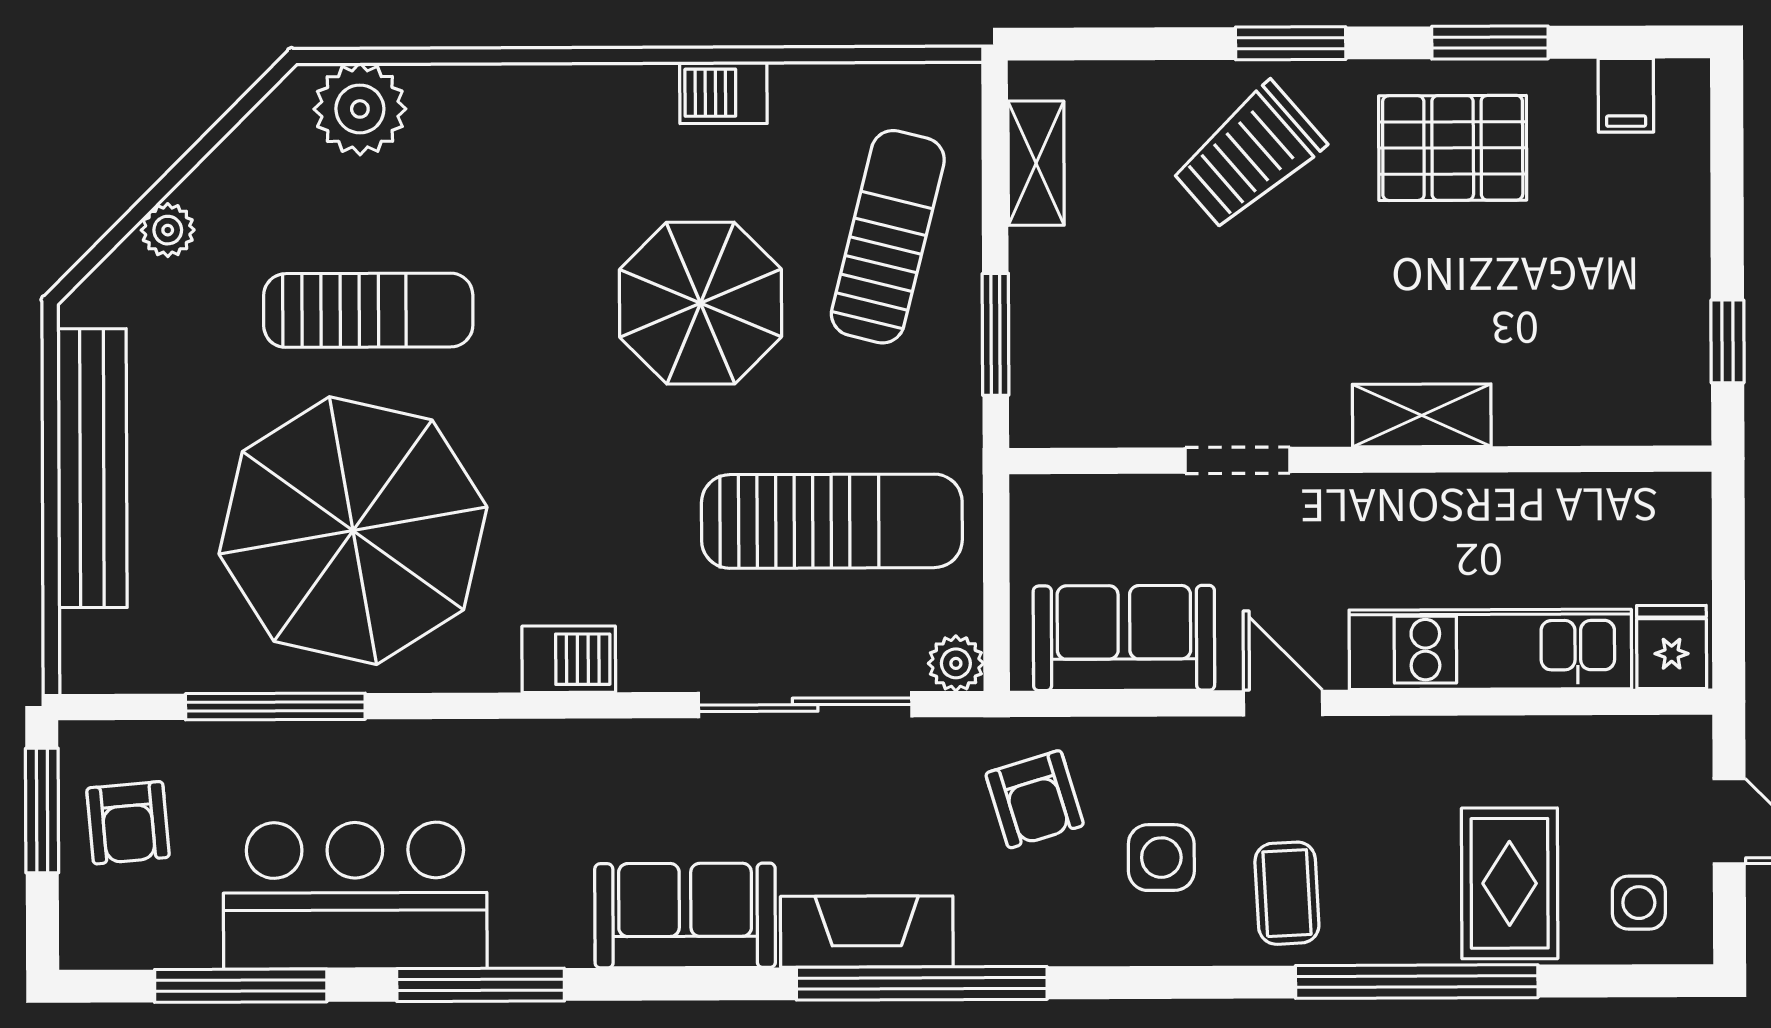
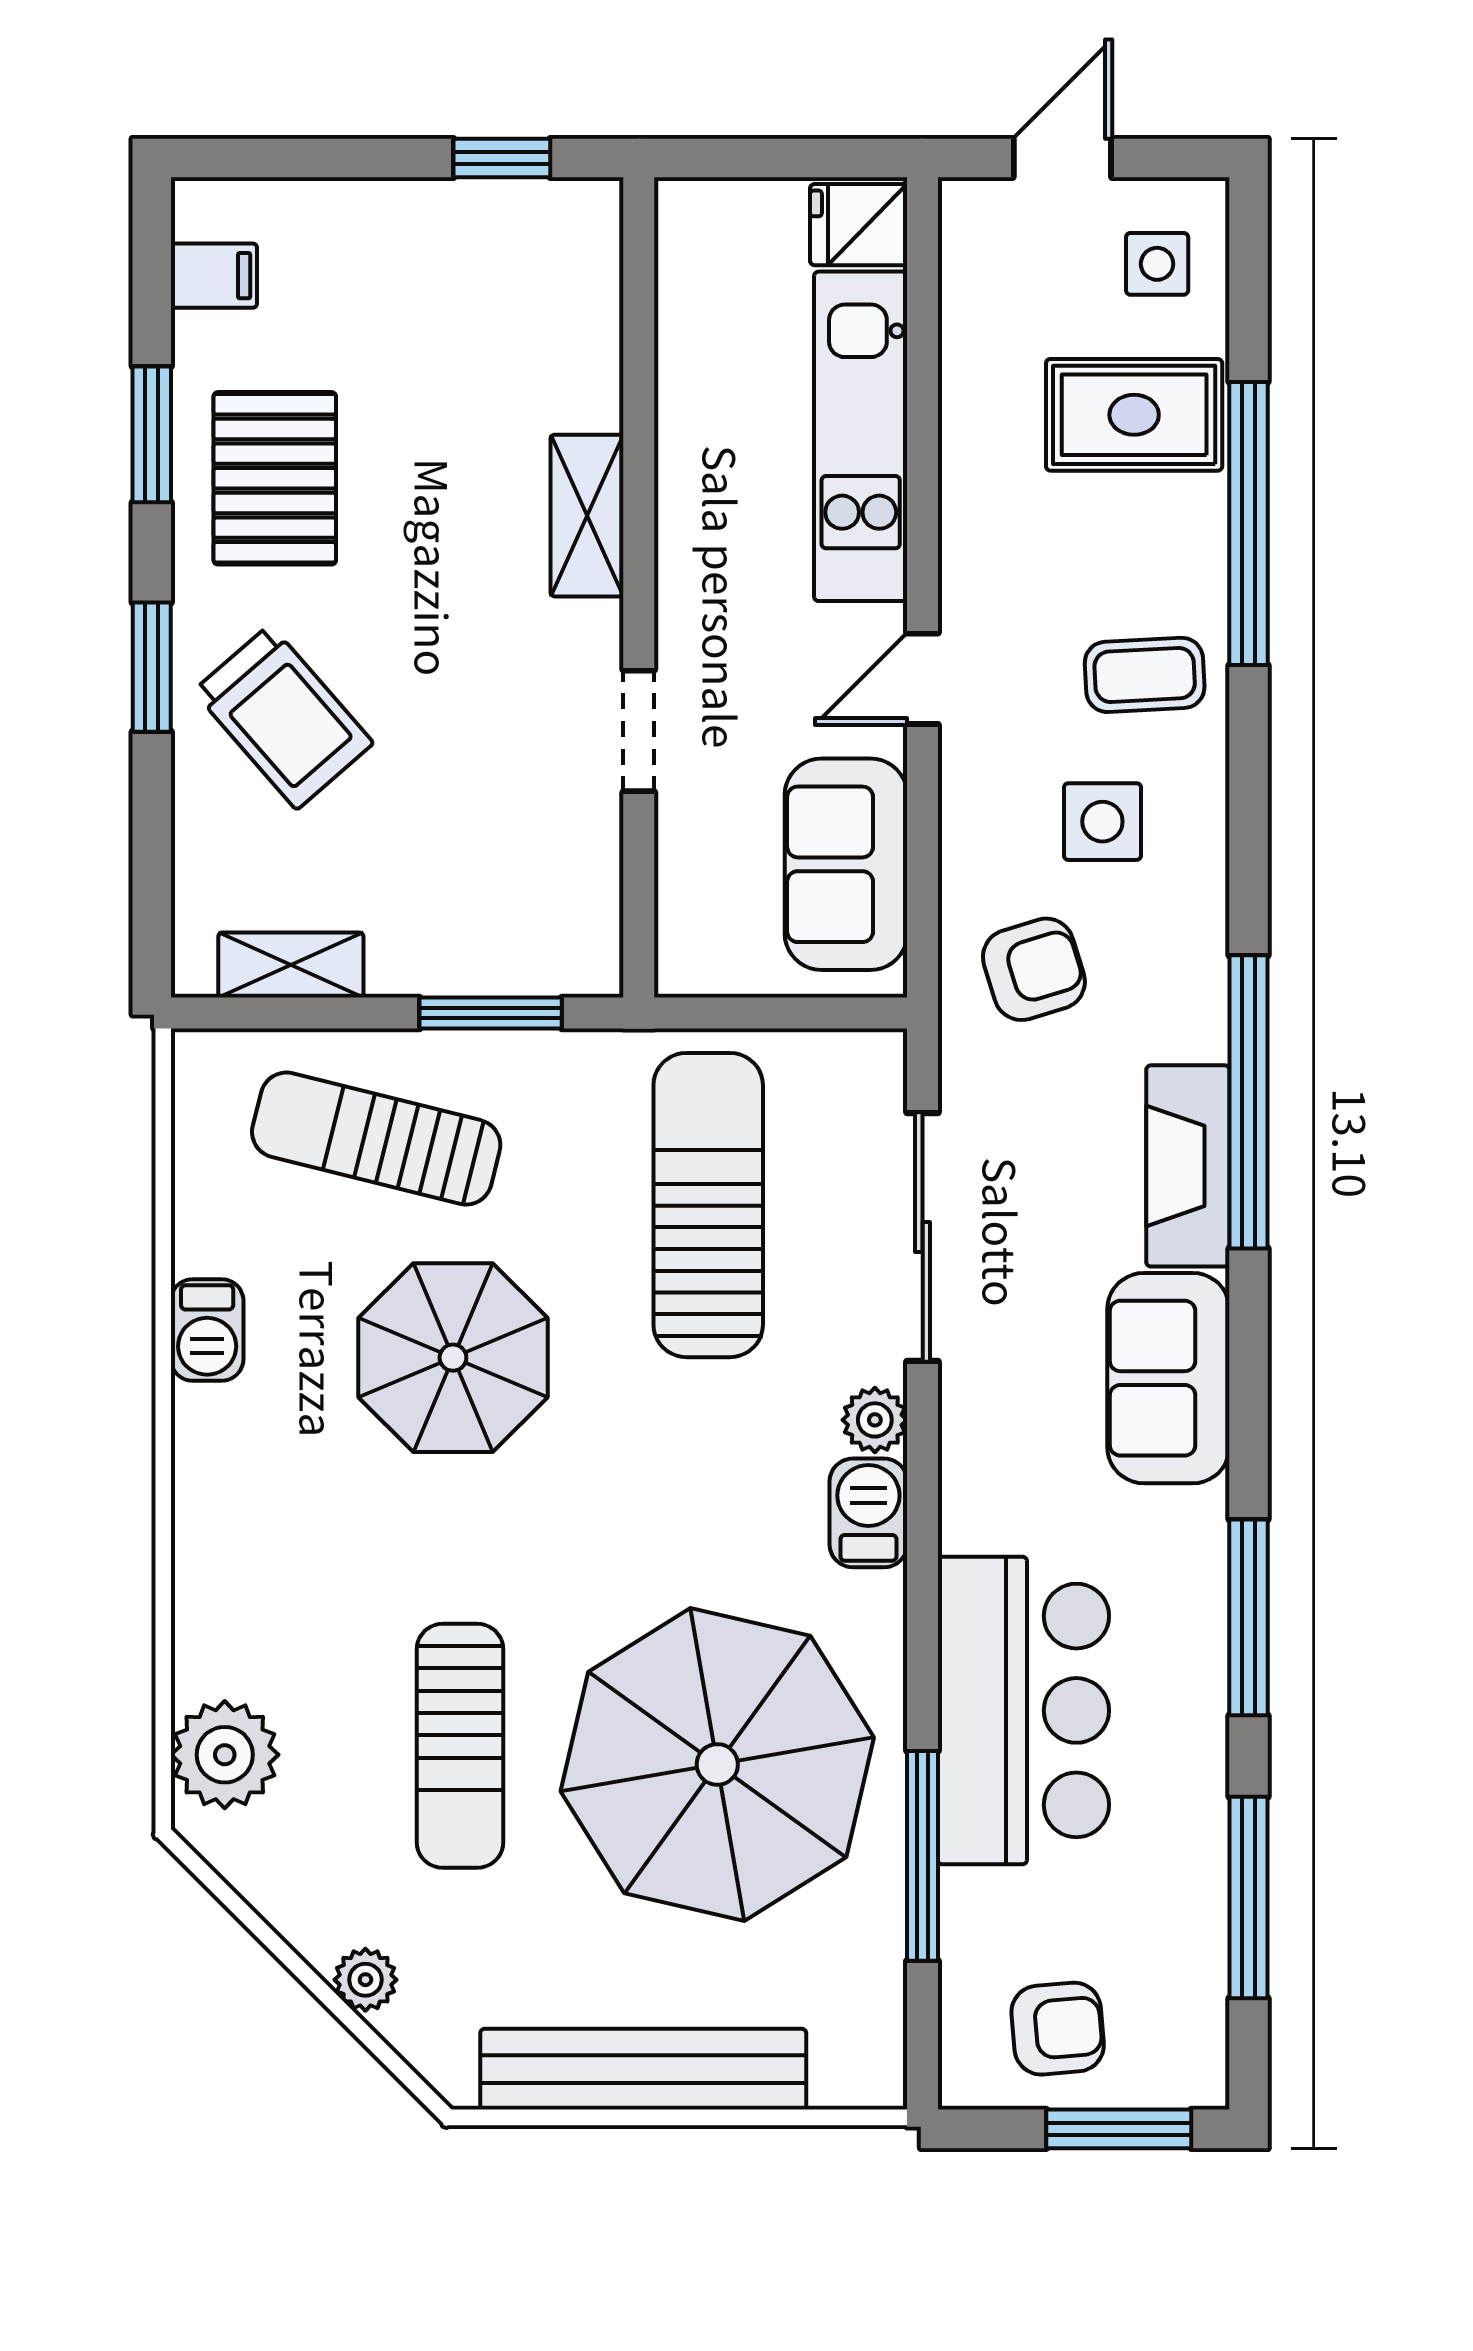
sun lounger: (368, 310) -> (460, 1746), turned 180
plant: (956, 663) -> (875, 1420), moved
window: (42, 810) -> (1119, 2129), moved
bar counter: (355, 896) -> (1023, 1710), moved, turned 180

